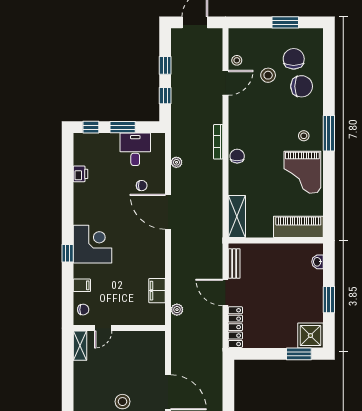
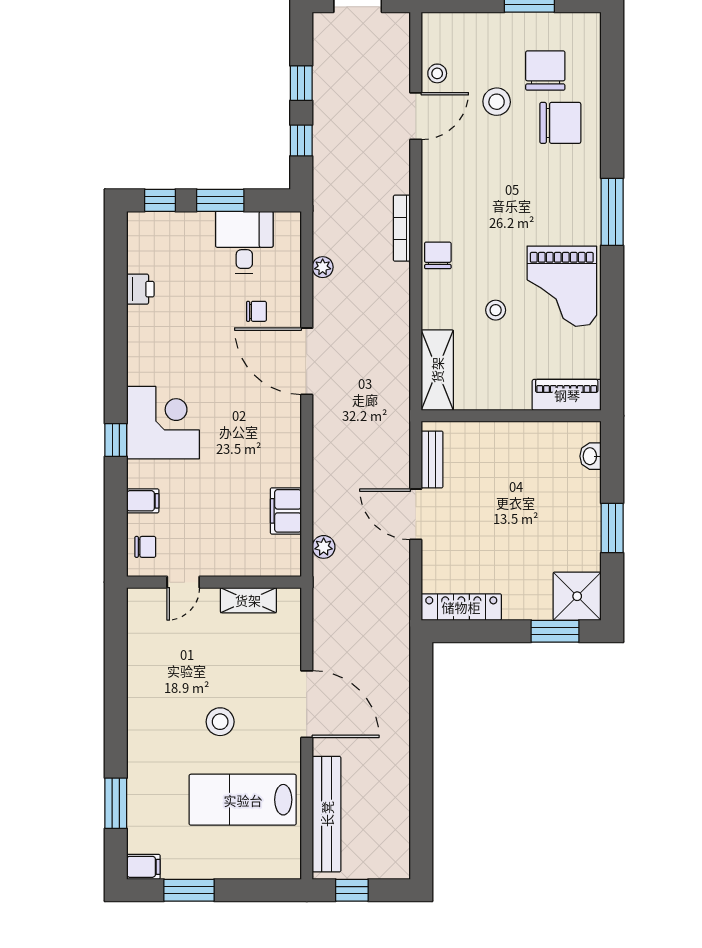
stool: (304, 136) -> (496, 310), moved
piano: (298, 227) -> (567, 395), width x0.73, depth x0.75
locker: (235, 327) -> (461, 607), moved, turned -90
shelving: (80, 346) -> (248, 600), moved, turned 90

